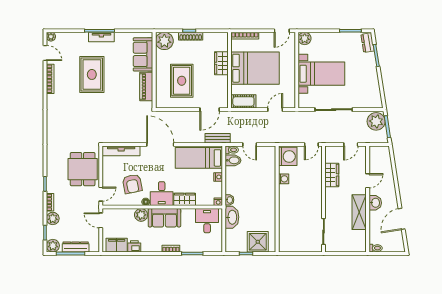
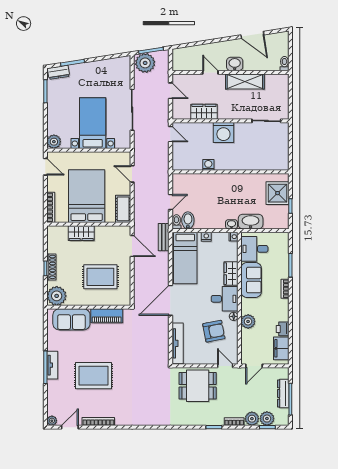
washing machine: (288, 156) -> (223, 132), moved, turned 180
sofa: (164, 218) -> (251, 280), moved
plant: (53, 246) -> (267, 419), moved

